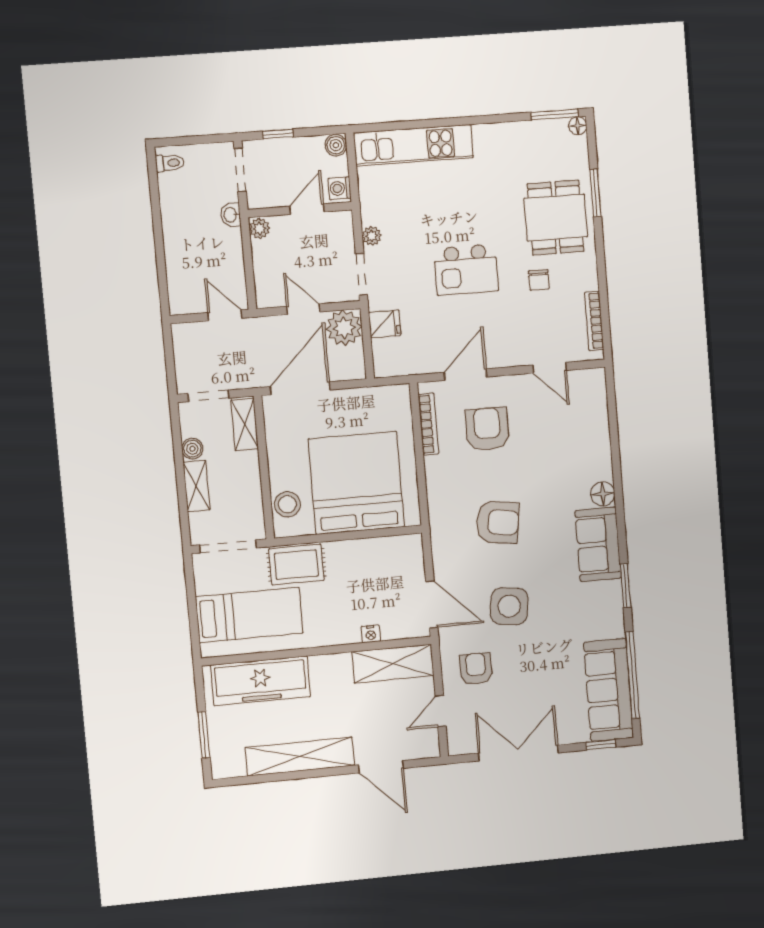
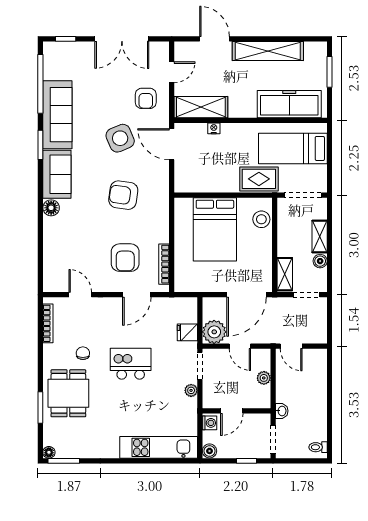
plant: (260, 228) -> (264, 378), moved
bed: (356, 483) -> (215, 229), width x0.73
side table: (509, 606) -> (120, 138), turned -30
sofa: (609, 690) -> (57, 115), moved

